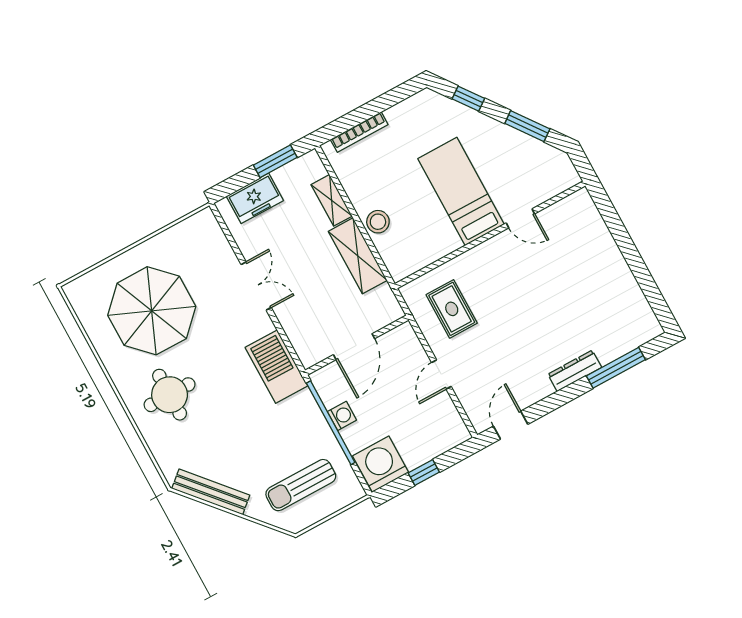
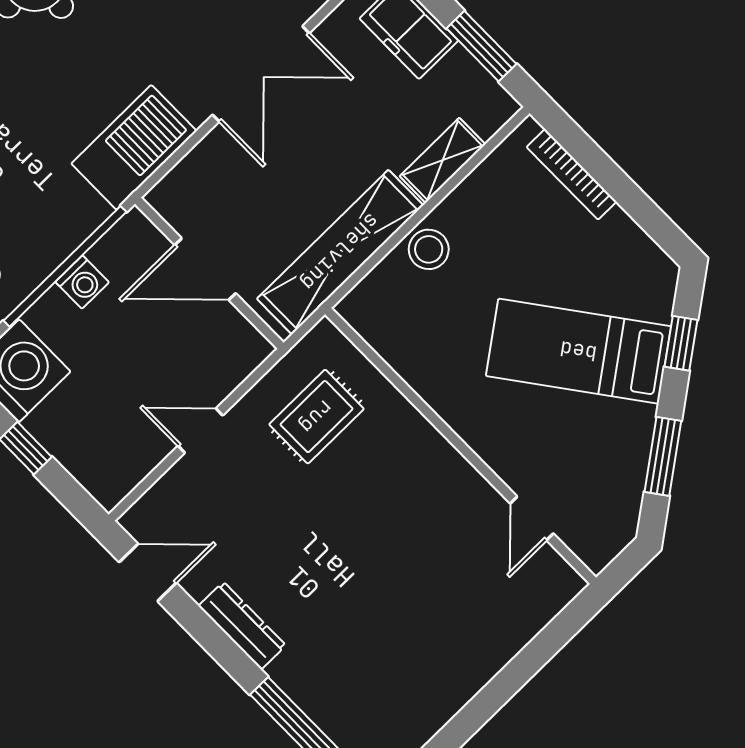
bed: (461, 191) -> (578, 351), moved, turned -126
door: (520, 218) -> (532, 518), moved
shelving: (358, 256) -> (340, 252), width x1.47
double door: (256, 286) -> (261, 74), width x1.37
dresser: (575, 371) -> (242, 626), moved

